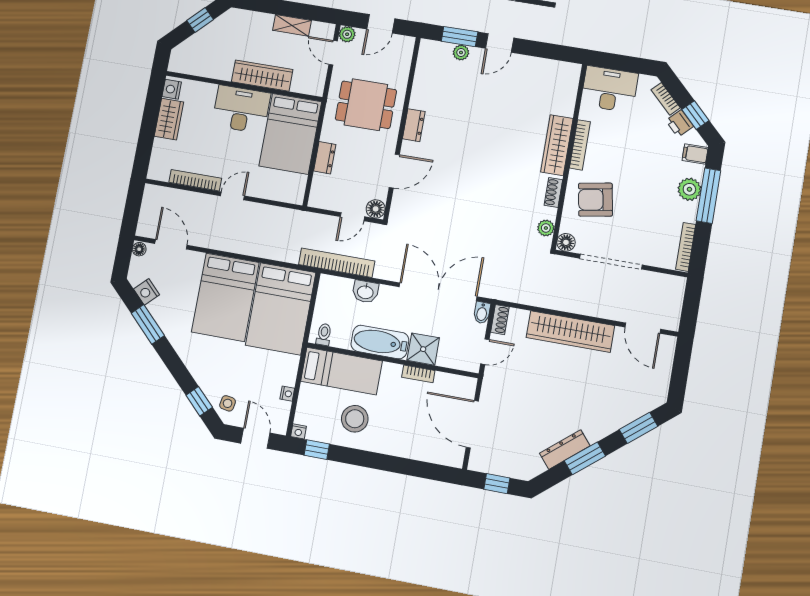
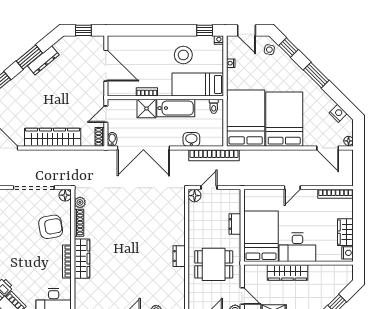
door: (394, 171) -> (187, 223), removed
bookcase: (195, 180) -> (336, 194), moved
shoe rack: (553, 192) -> (79, 223), width x1.43
window: (148, 324) -> (316, 75), moved

